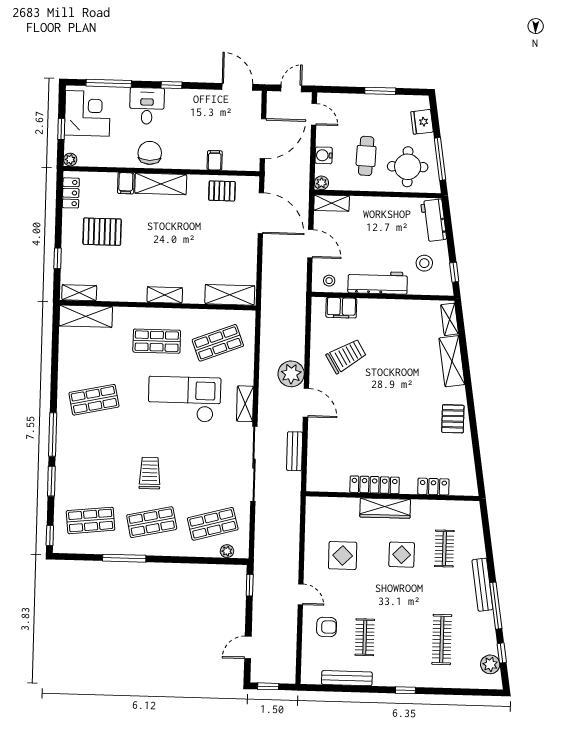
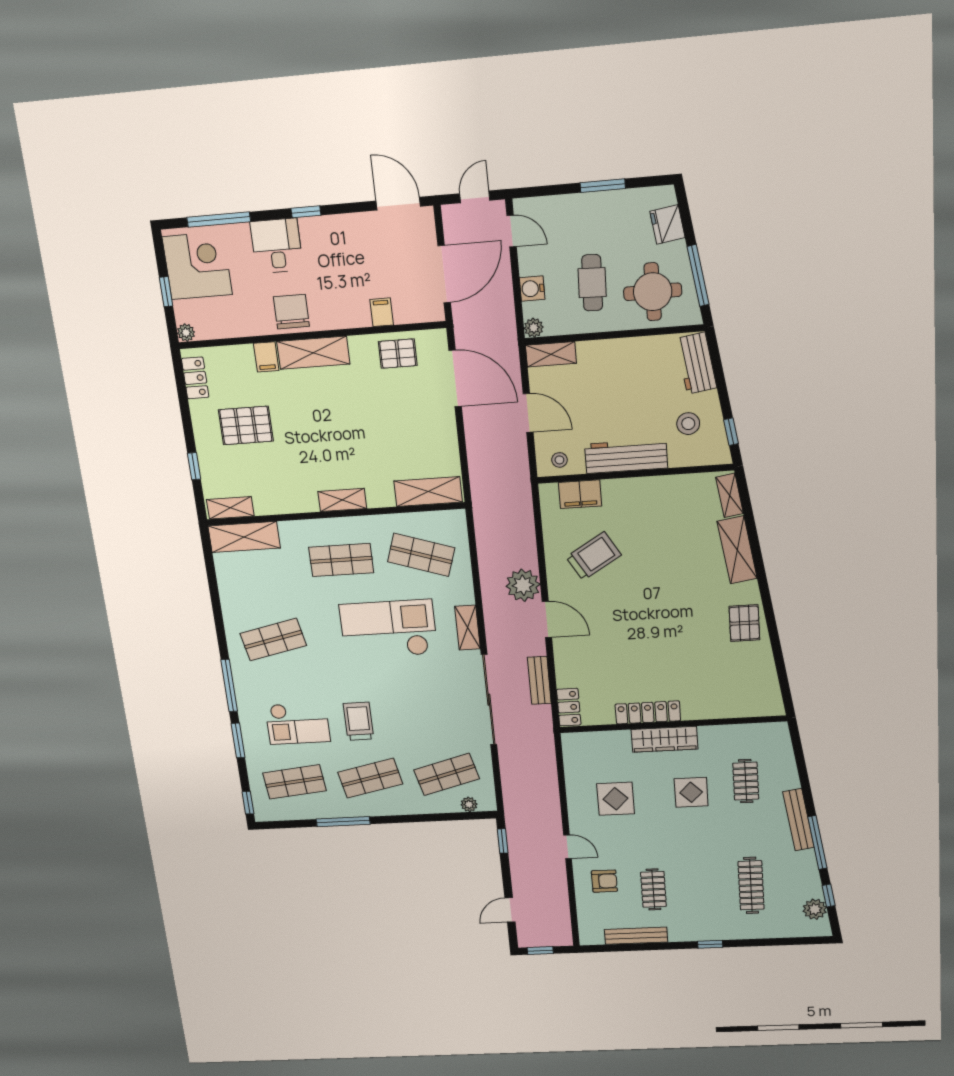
shop shelf: (218, 343) -> (421, 555), turned 39
checkout: (101, 471) -> (298, 723), added
locker: (433, 487) -> (569, 707), moved, turned 90

